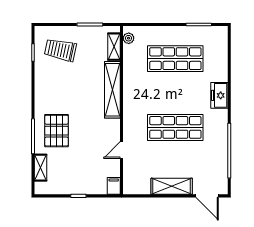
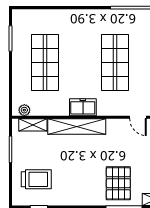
trolley: (60, 50) -> (36, 179), turned -102
freezer: (219, 95) -> (83, 107), moved, turned 180
pallet: (57, 131) -> (118, 183), turned 90

